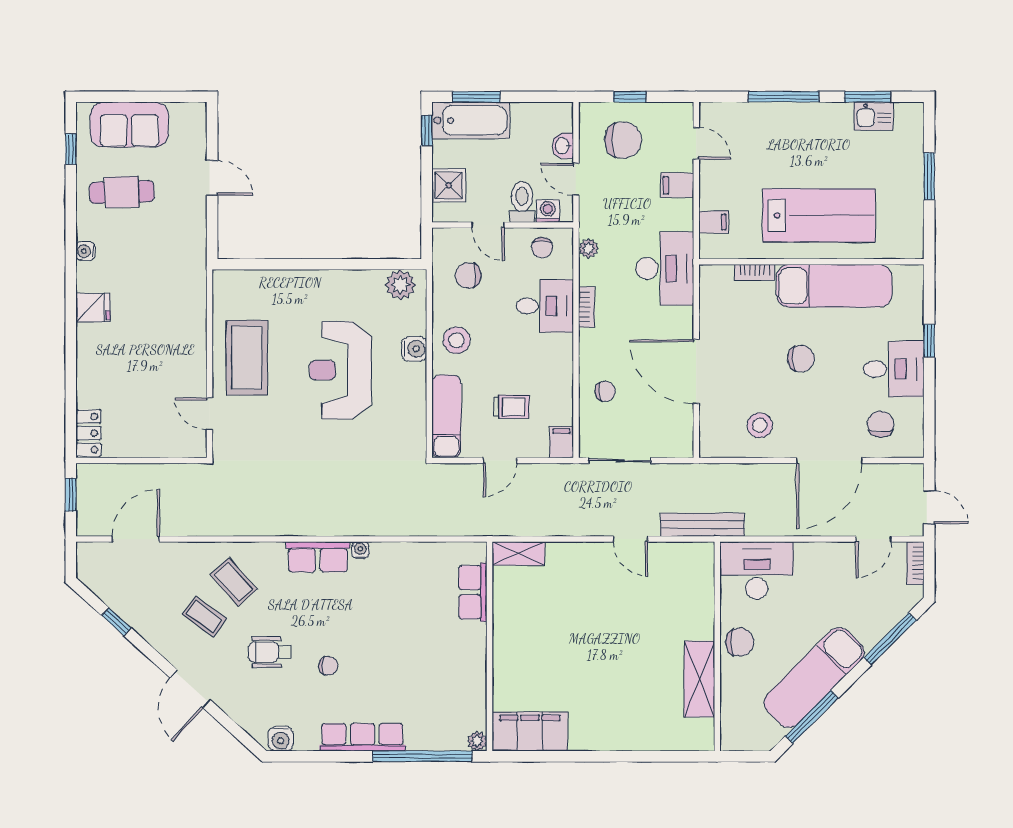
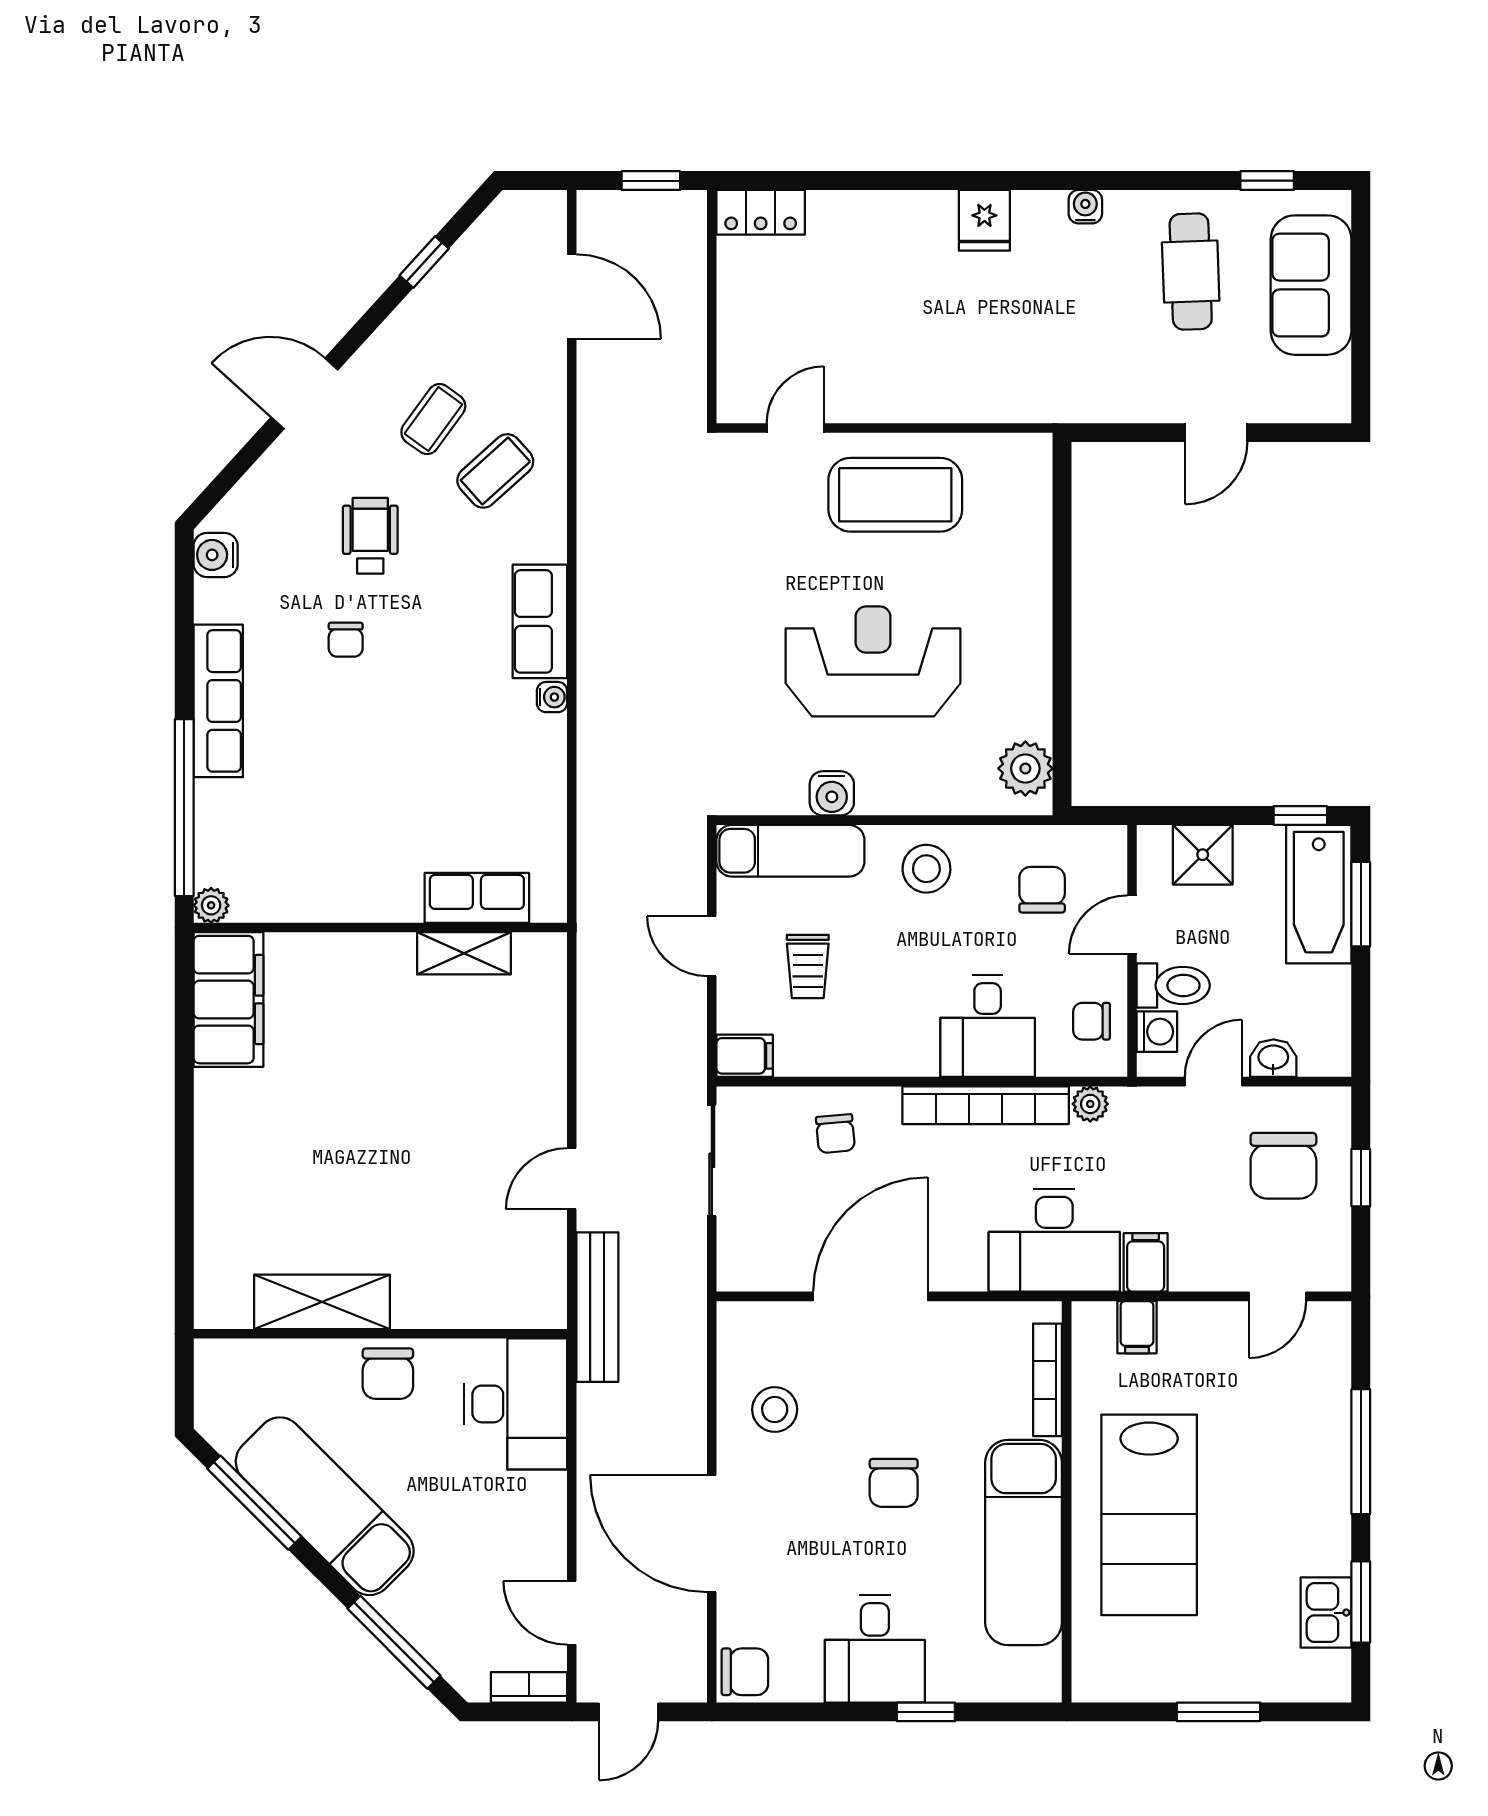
filing cabinet: (677, 185) -> (1146, 1262), moved
bookcase: (754, 272) -> (1048, 1380), width x1.56
bookcase: (587, 307) -> (986, 1105), width x2.31, depth x1.31
water cooler: (414, 349) -> (832, 793), moved
chair: (881, 424) -> (745, 1672), moved
shelving: (518, 554) -> (464, 953), moved, turned 90

